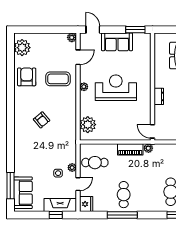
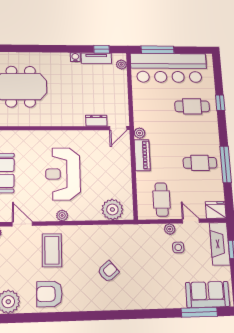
dresser: (159, 96) -> (96, 121), moved

